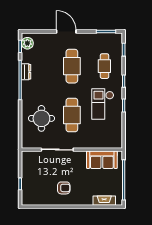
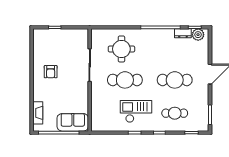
dresser: (26, 72) -> (183, 33), moved
sofa: (102, 160) -> (73, 122), moved, turned 90

